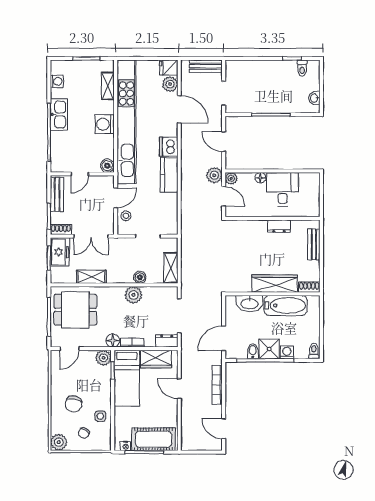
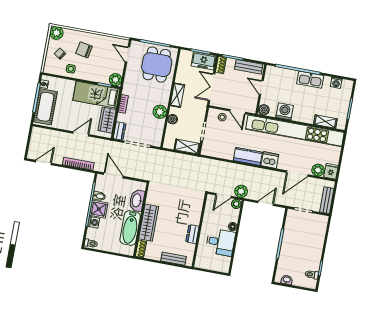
washing machine: (105, 124) -> (285, 111), moved
shelving: (171, 268) -> (187, 147), moved
shelving: (91, 277) -> (177, 95), moved
floor lamp: (113, 340) -> (128, 89), removed

